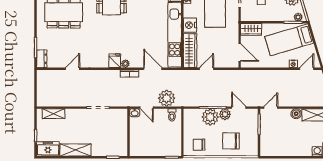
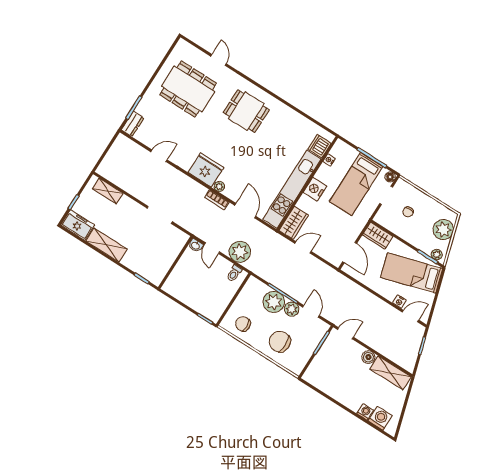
wardrobe: (190, 51) -> (294, 223), width x0.67
fridge: (115, 61) -> (206, 170), width x1.88, depth x1.34

